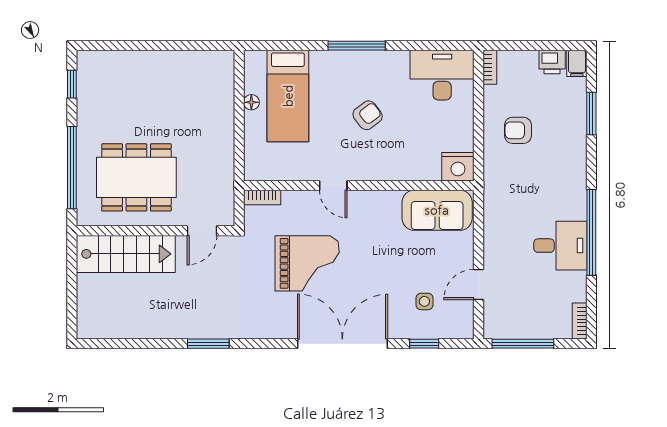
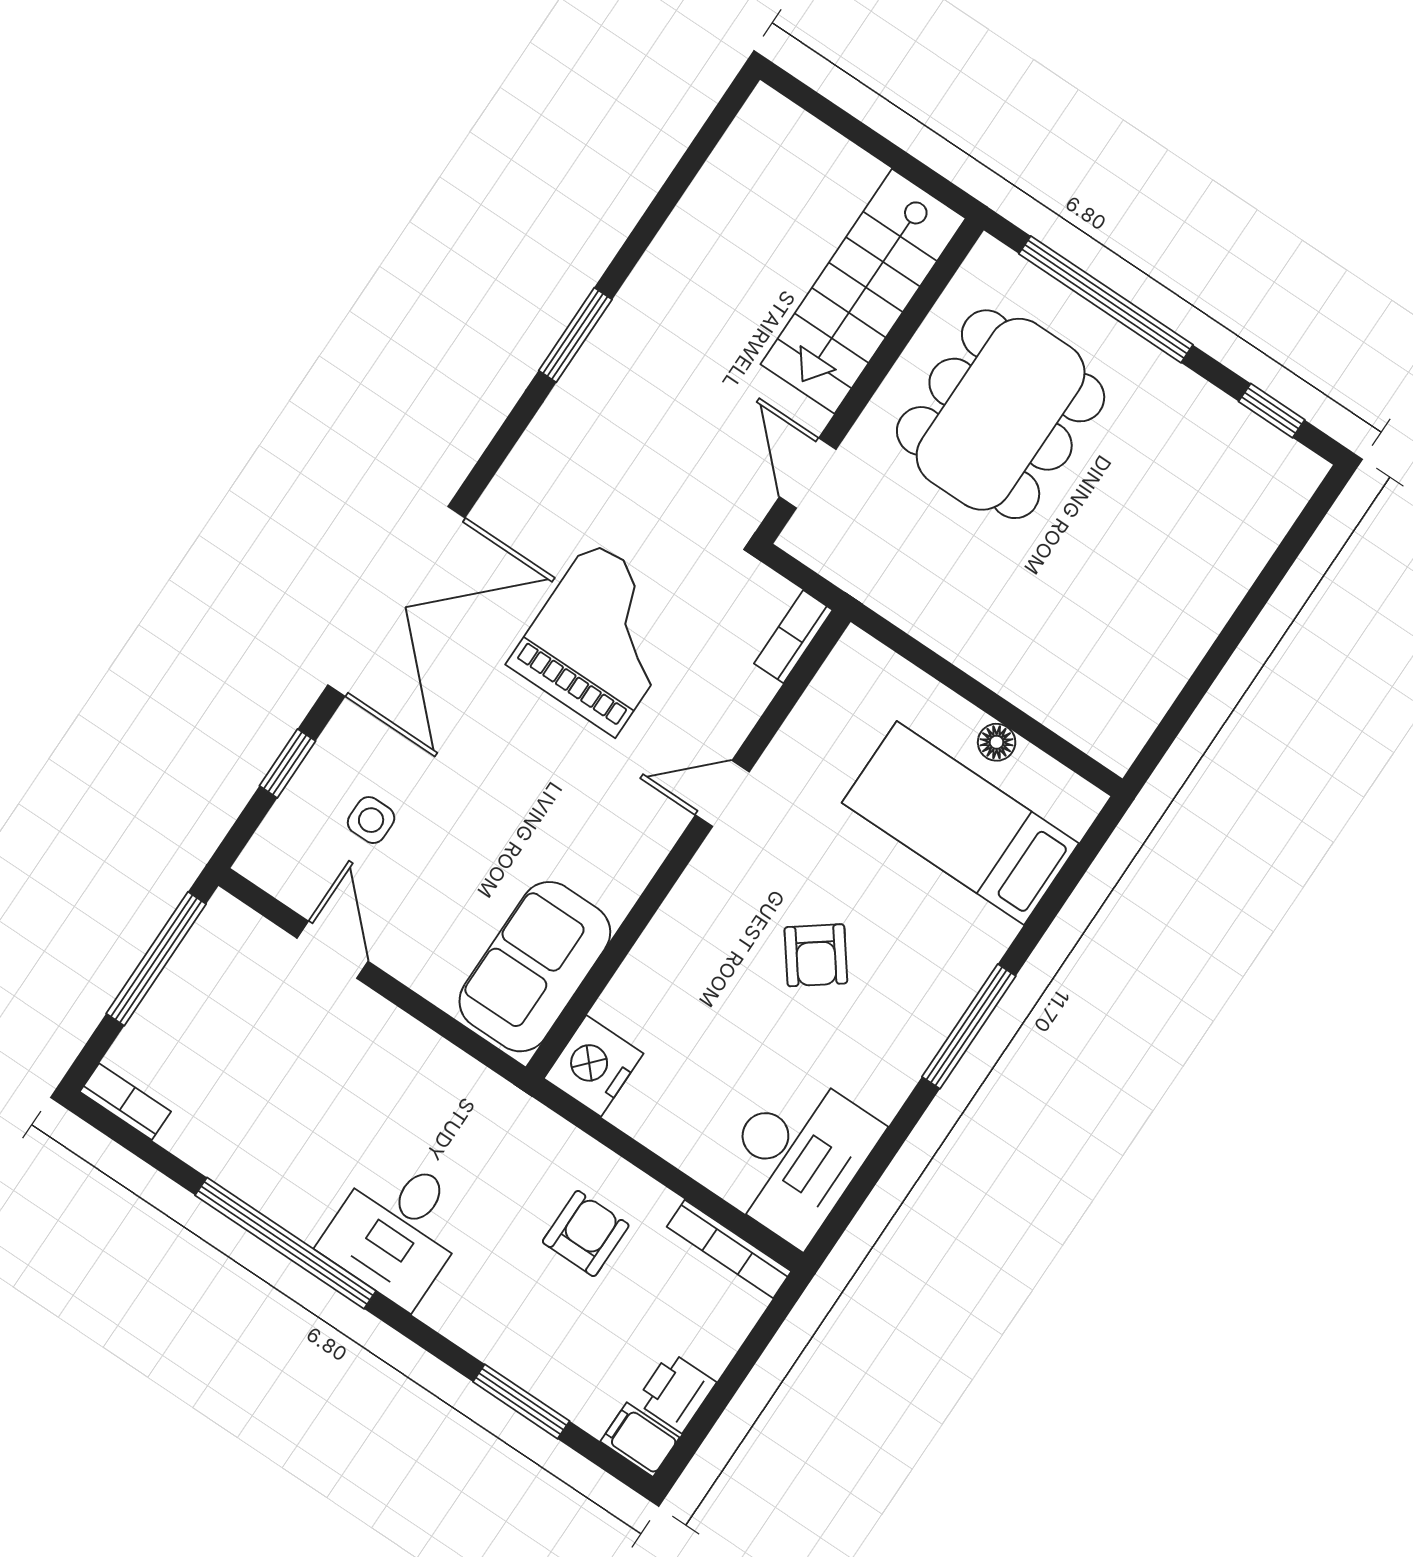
bookcase: (490, 67) -> (729, 1249), width x1.56
desk: (560, 246) -> (397, 1229), moved
grand piano: (307, 263) -> (603, 638), turned 180

